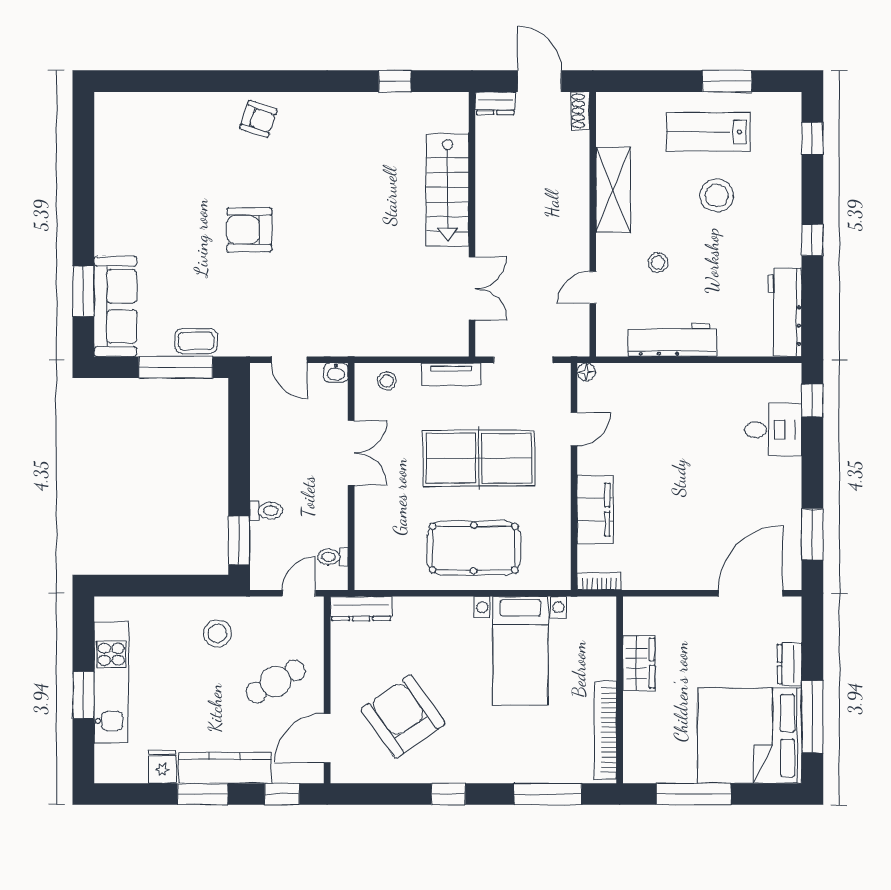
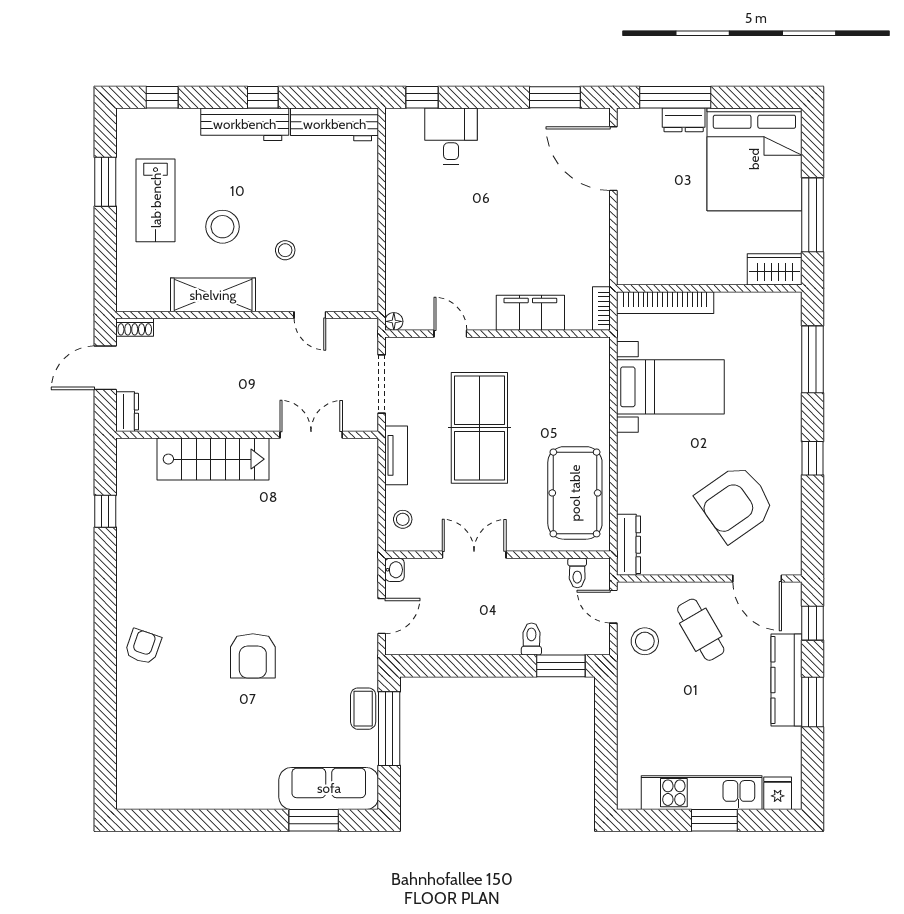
stool: (717, 195) -> (223, 227), moved
workbench: (672, 340) -> (245, 124), moved, turned -90
pool table: (474, 548) -> (575, 493), moved
stool: (217, 633) -> (645, 641), moved
wardrobe: (639, 663) -> (775, 269), moved
window: (812, 717) -> (675, 97), moved
bookcase: (605, 730) -> (665, 303), moved
fridge: (162, 767) -> (778, 793), moved, turned 90

